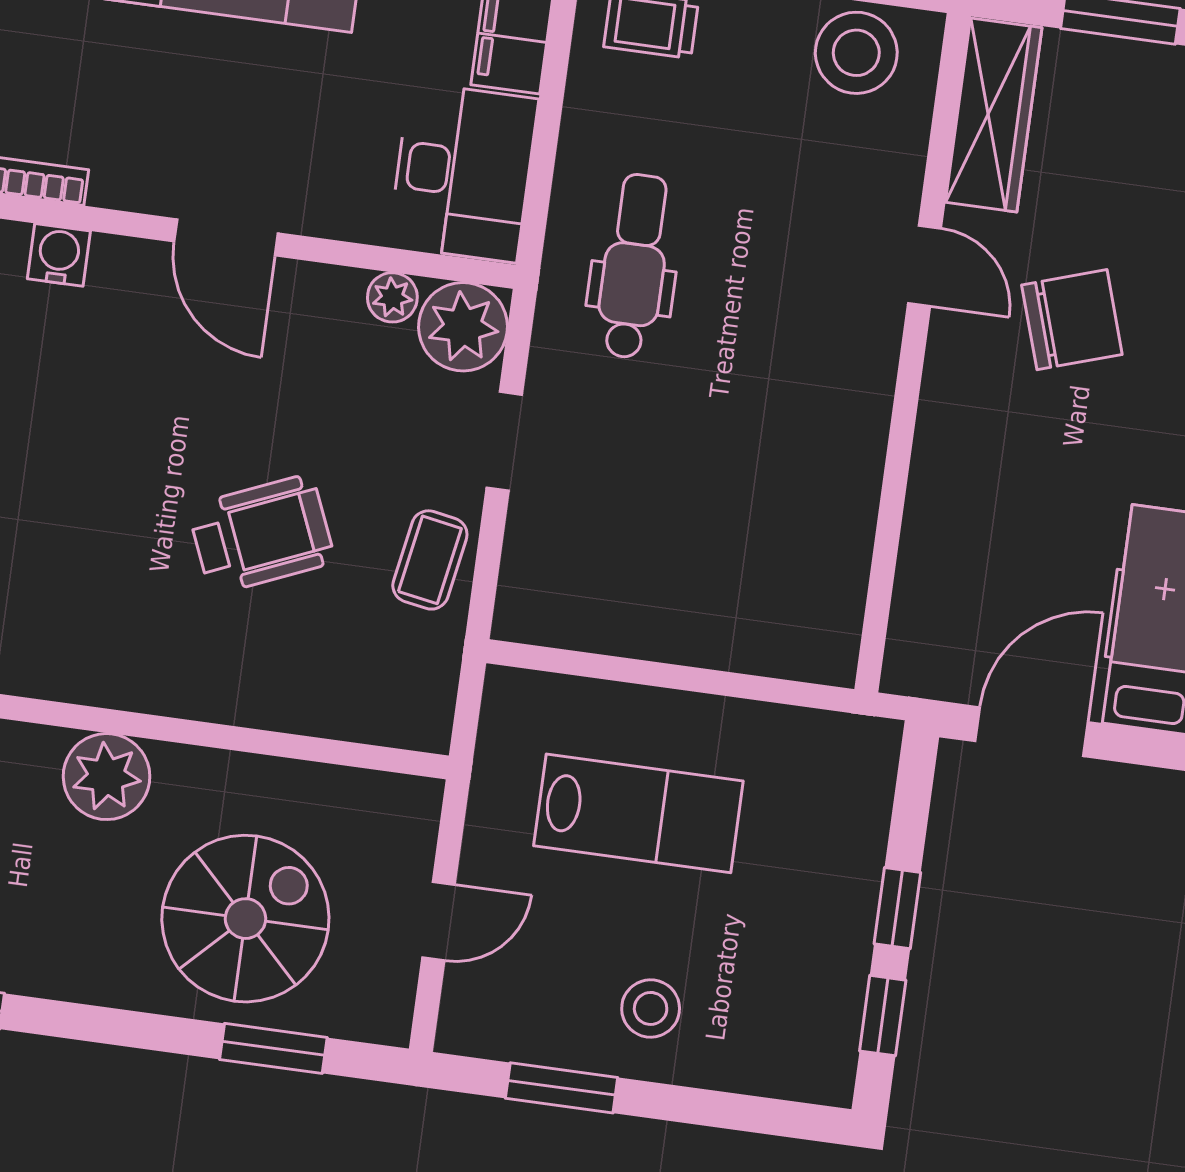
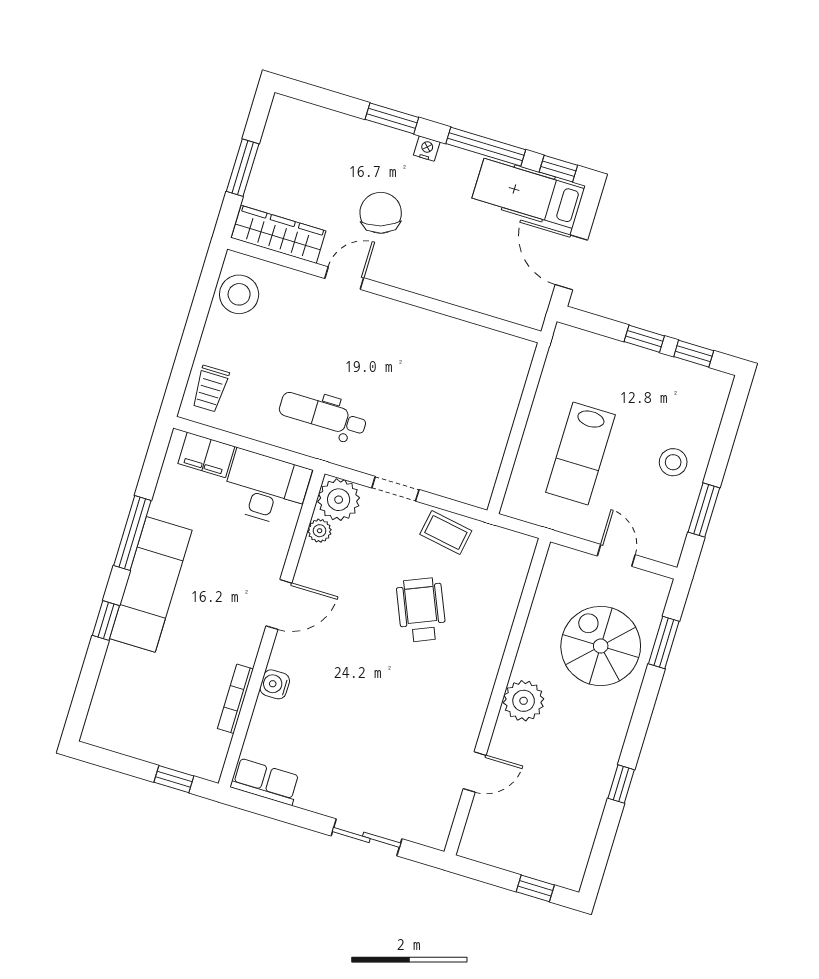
lab bench: (638, 813) -> (581, 453), turned 180

